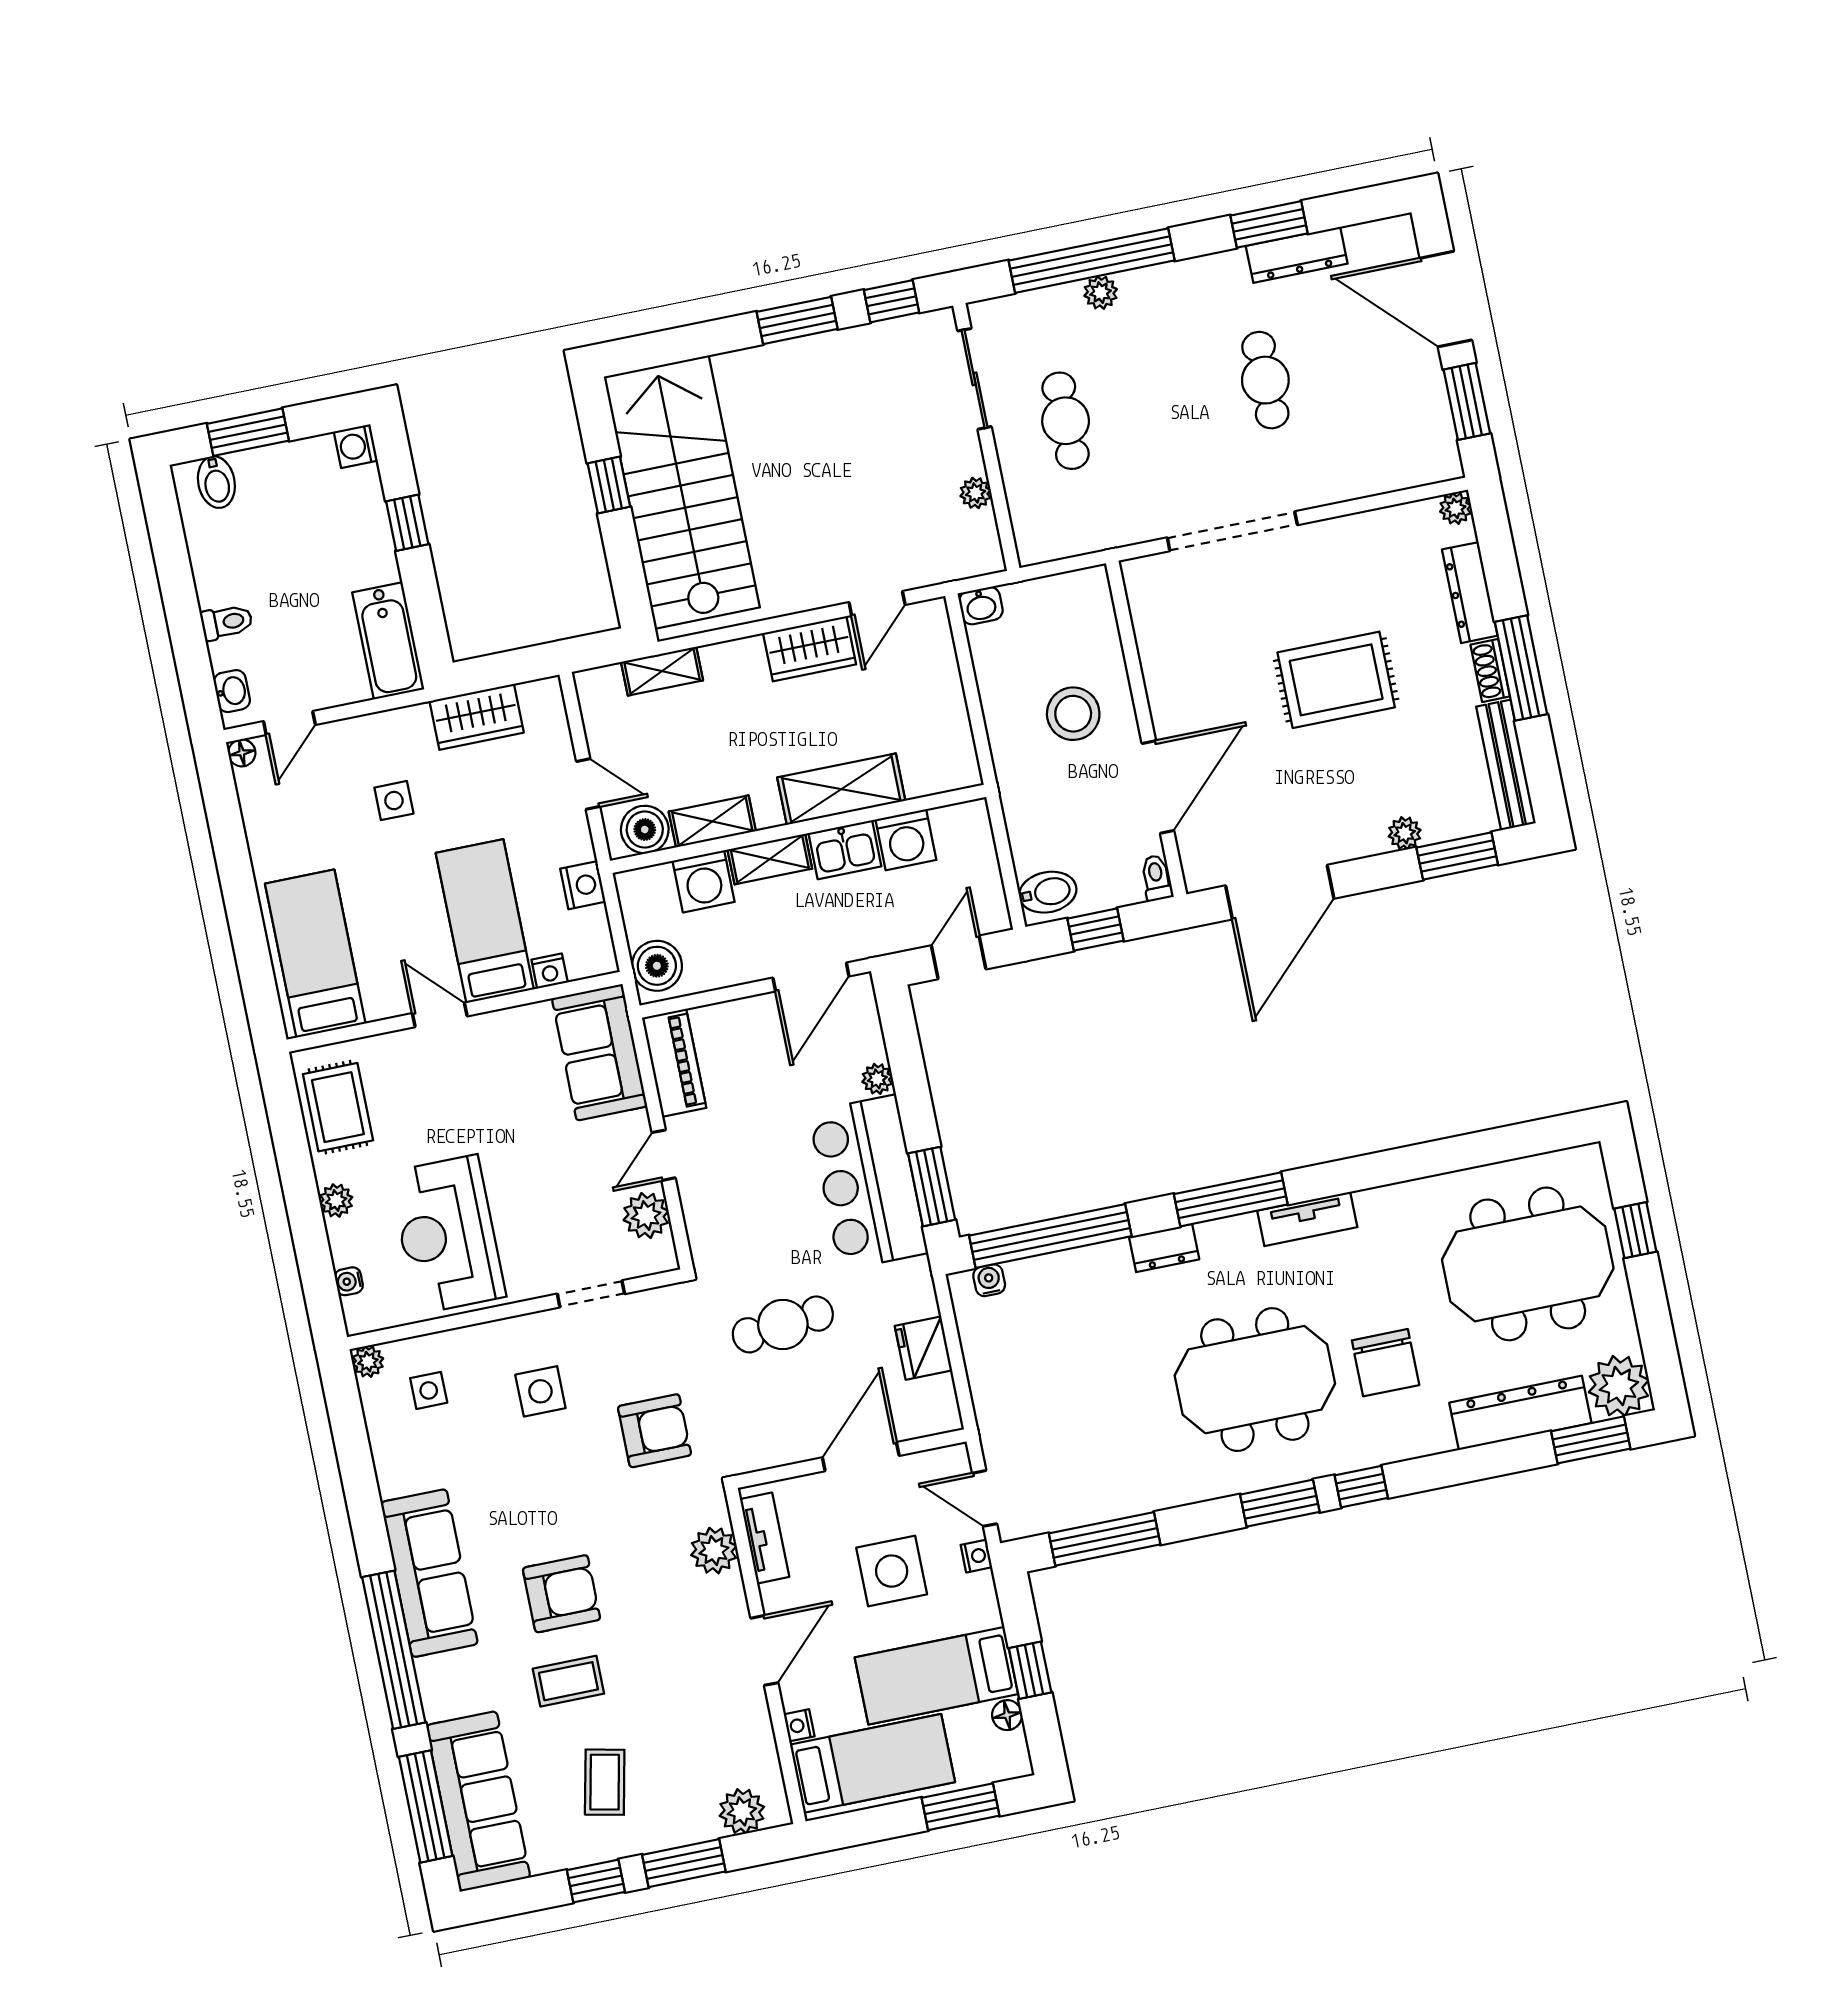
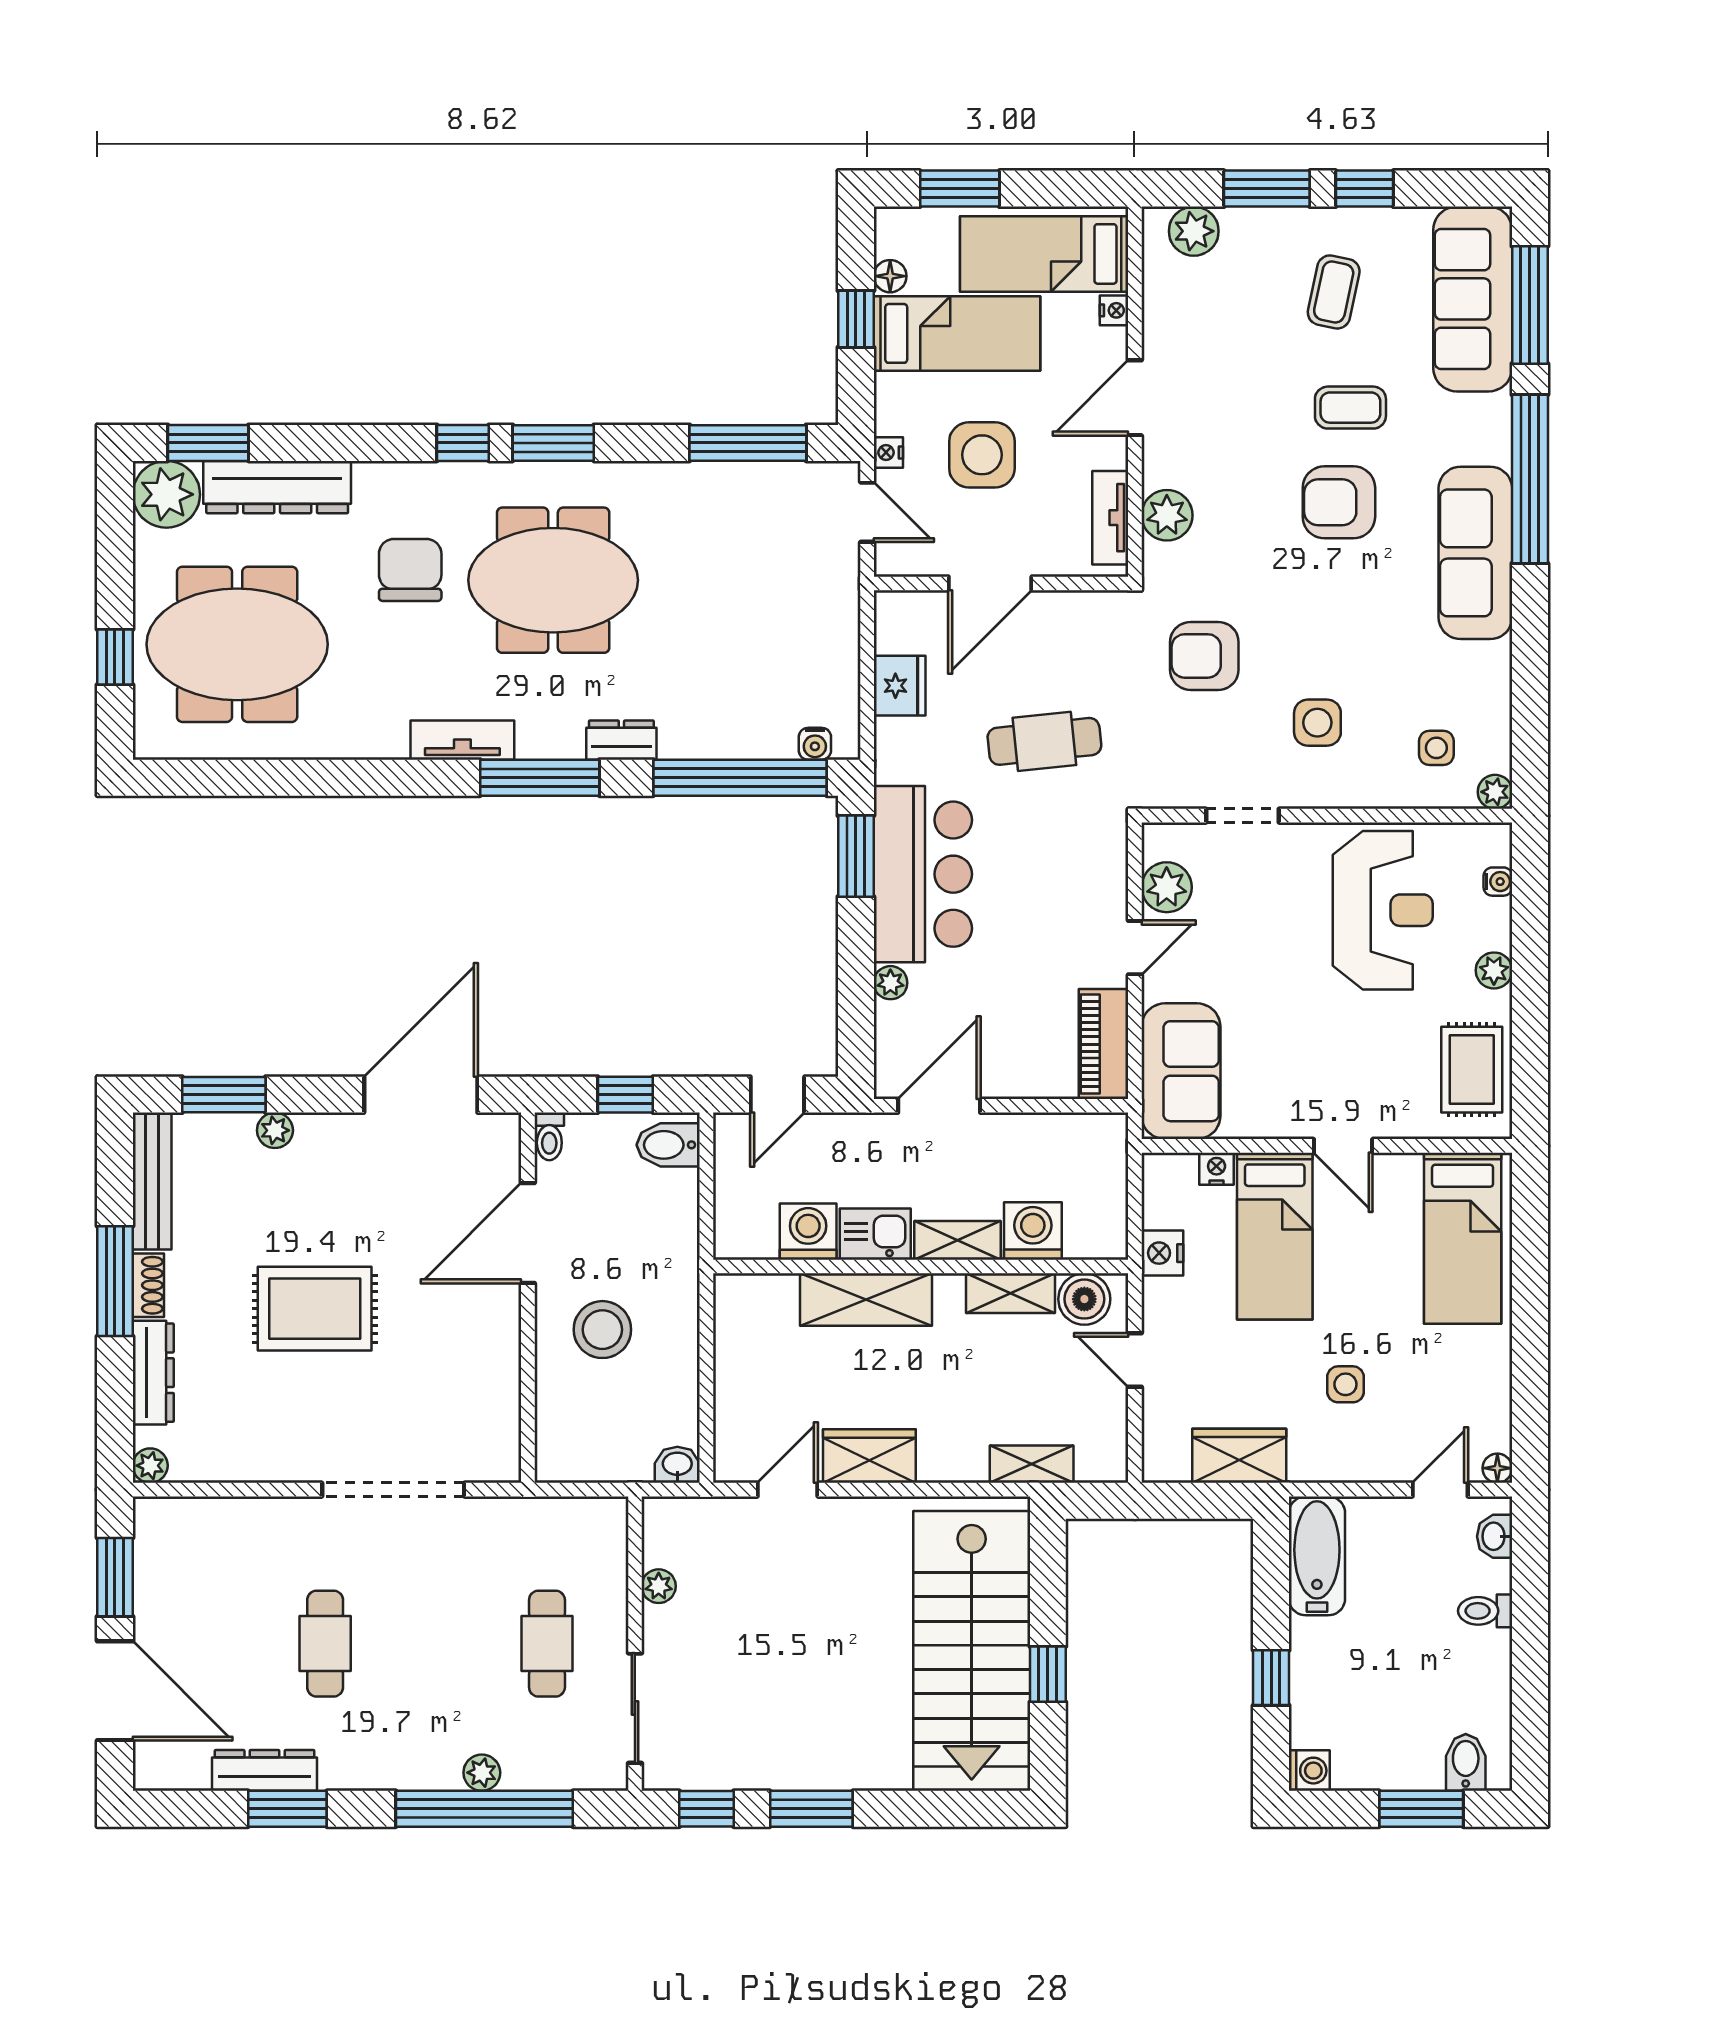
boiler: (657, 966) -> (1101, 1151), removed

